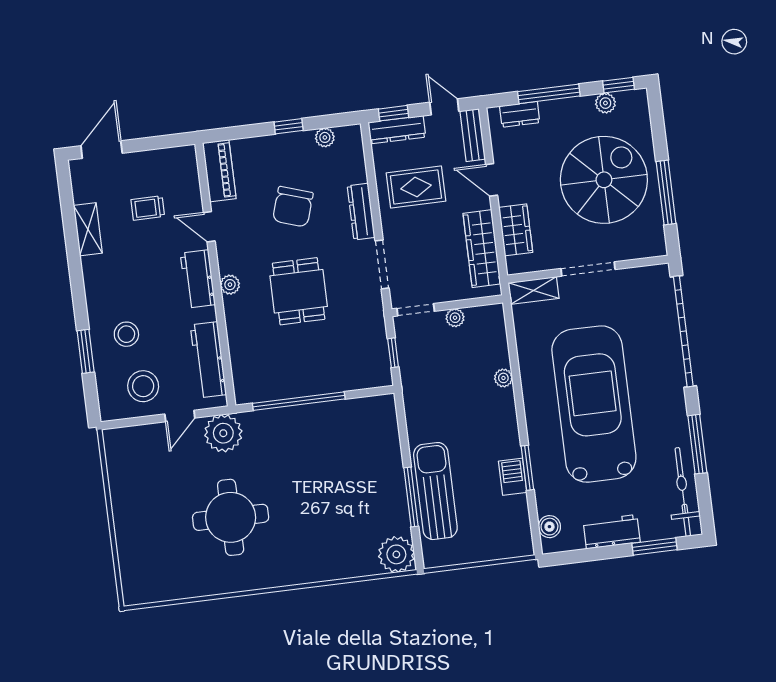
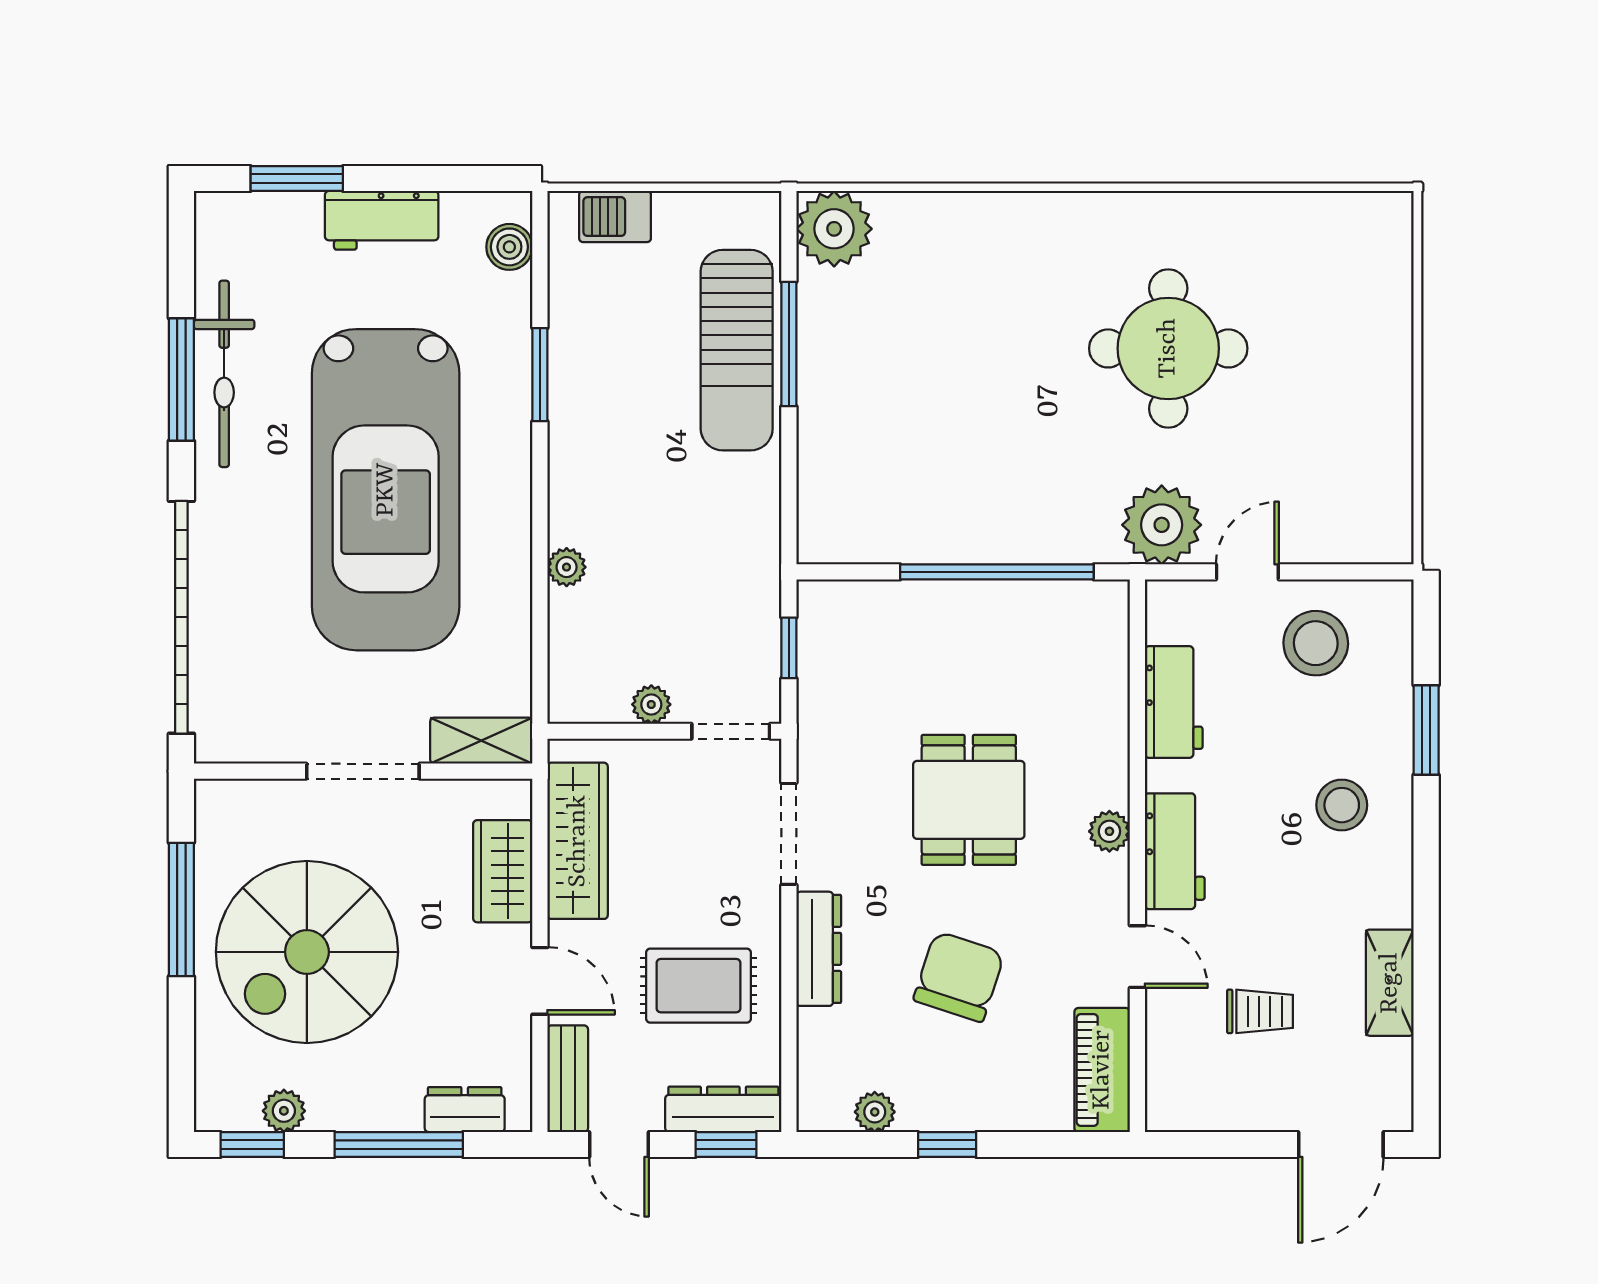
stool: (126, 334) -> (1342, 805), moved
workbench: (208, 360) -> (1174, 702), width x0.73
barbecue: (513, 477) -> (615, 217), moved, turned 90
bicycle: (683, 492) -> (224, 374), moved

